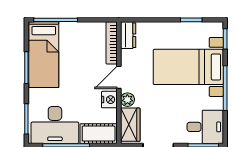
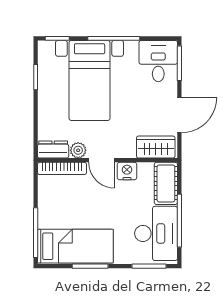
plant: (127, 100) -> (78, 150), moved

